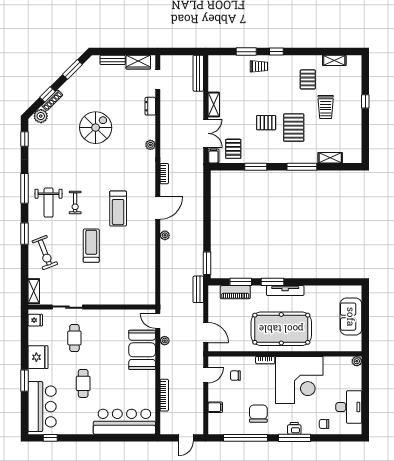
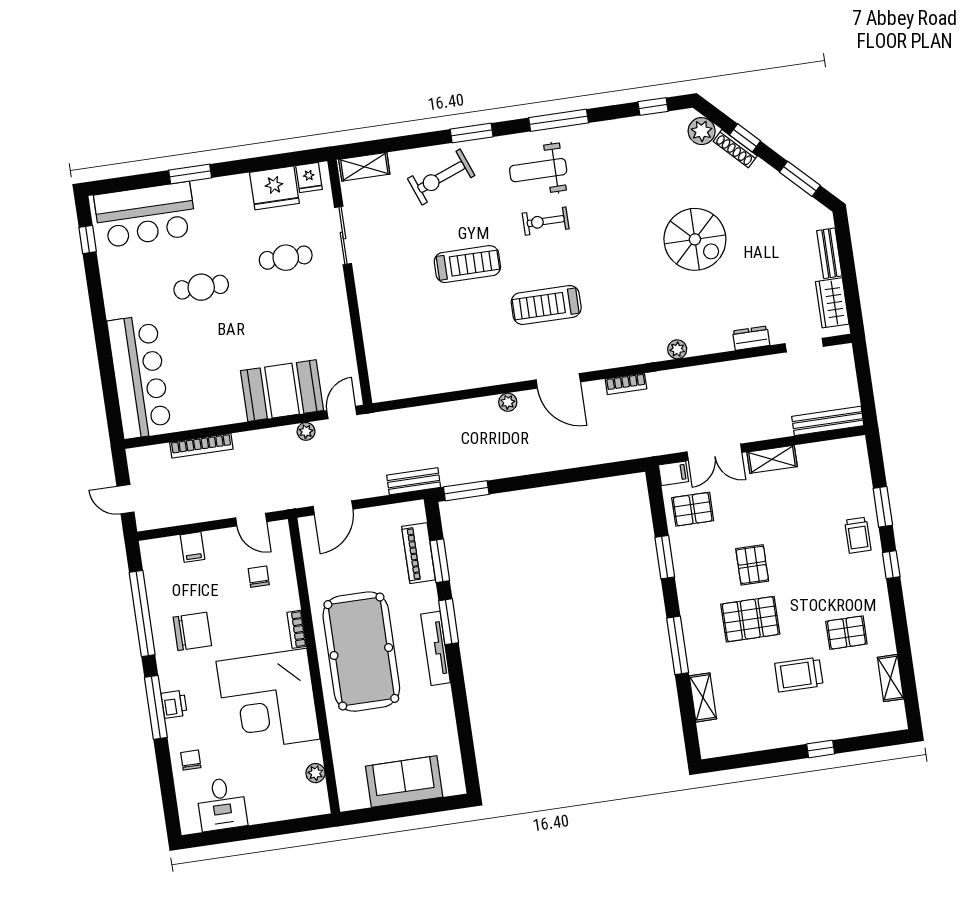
fridge: (38, 357) -> (274, 188), moved
plant: (357, 361) -> (315, 773), moved
desk: (349, 407) -> (222, 804), width x0.73

